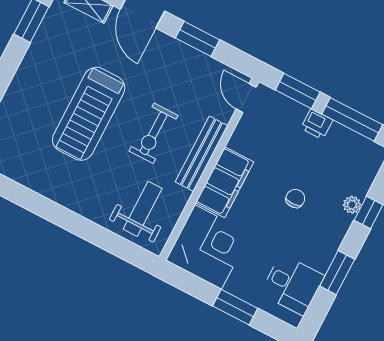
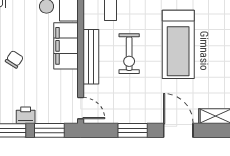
treadmill: (89, 114) -> (178, 44), turned 180
exercise bike: (154, 133) -> (129, 54), turned 180
chair: (295, 199) -> (14, 59), turned -147

